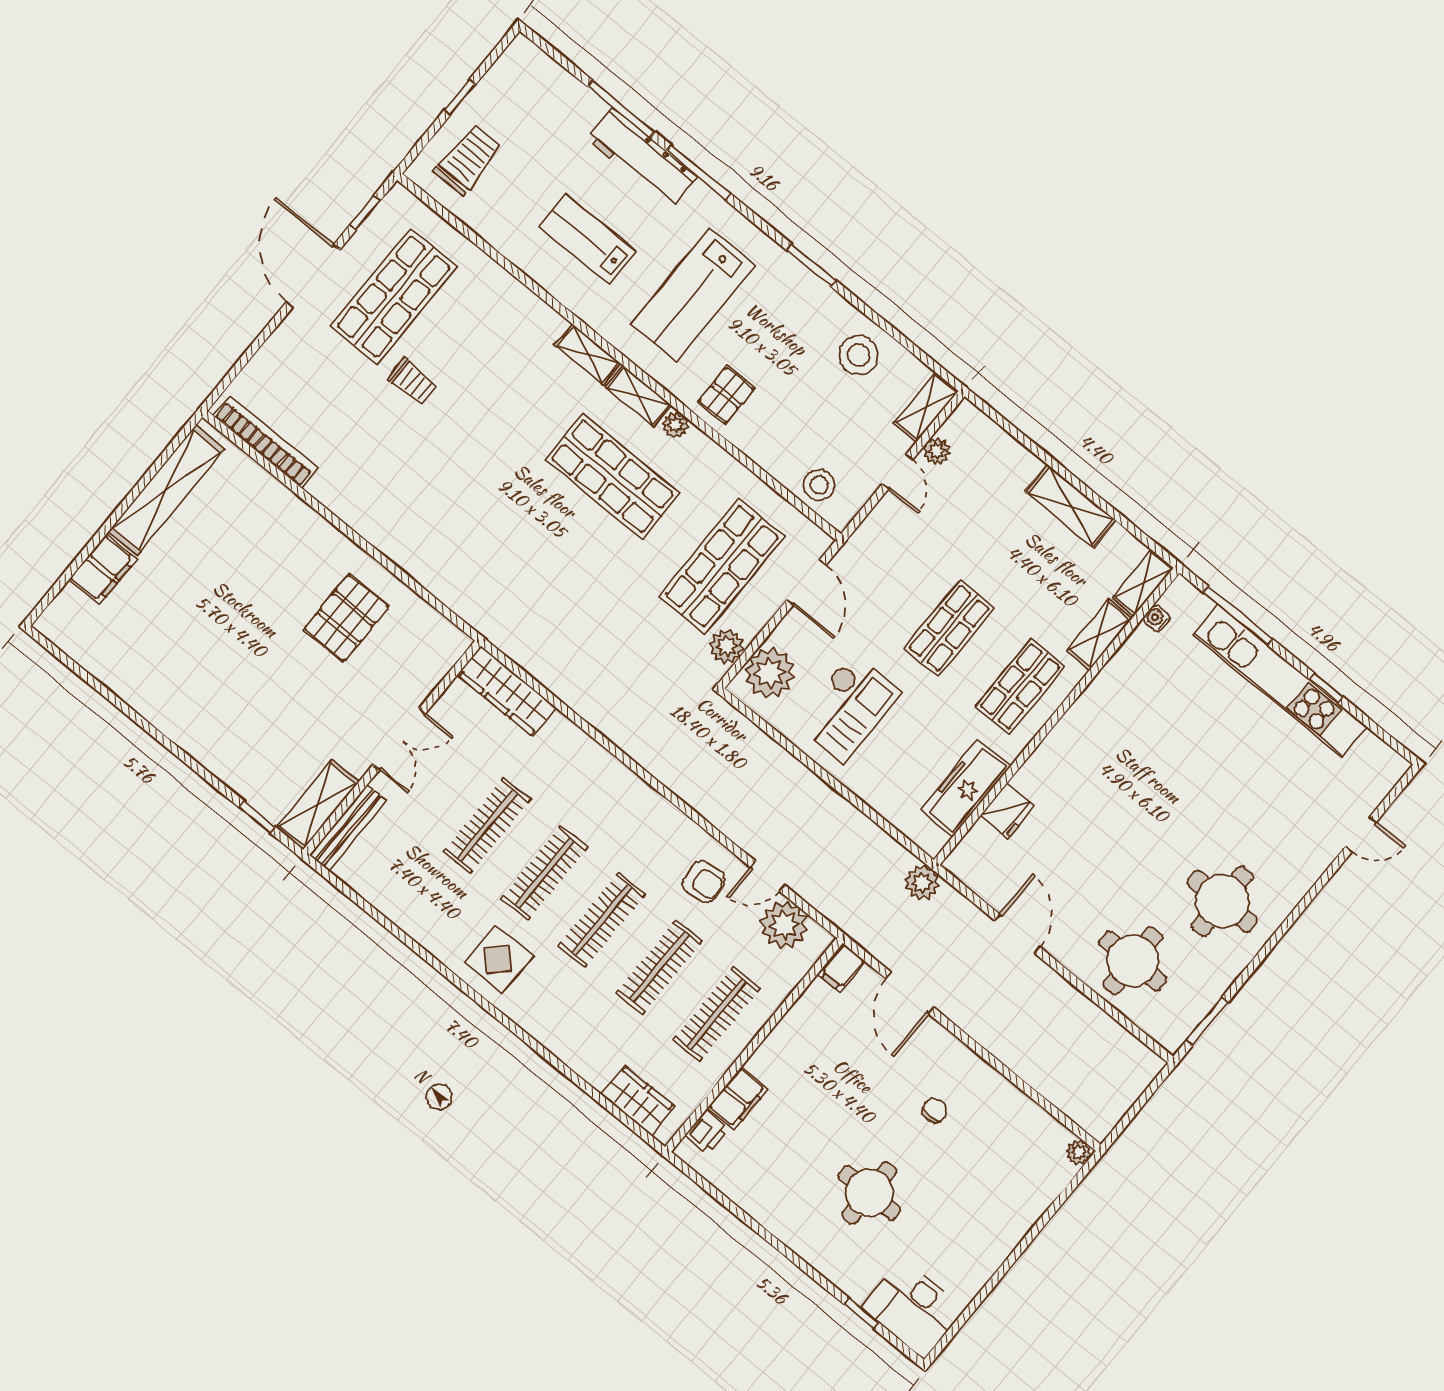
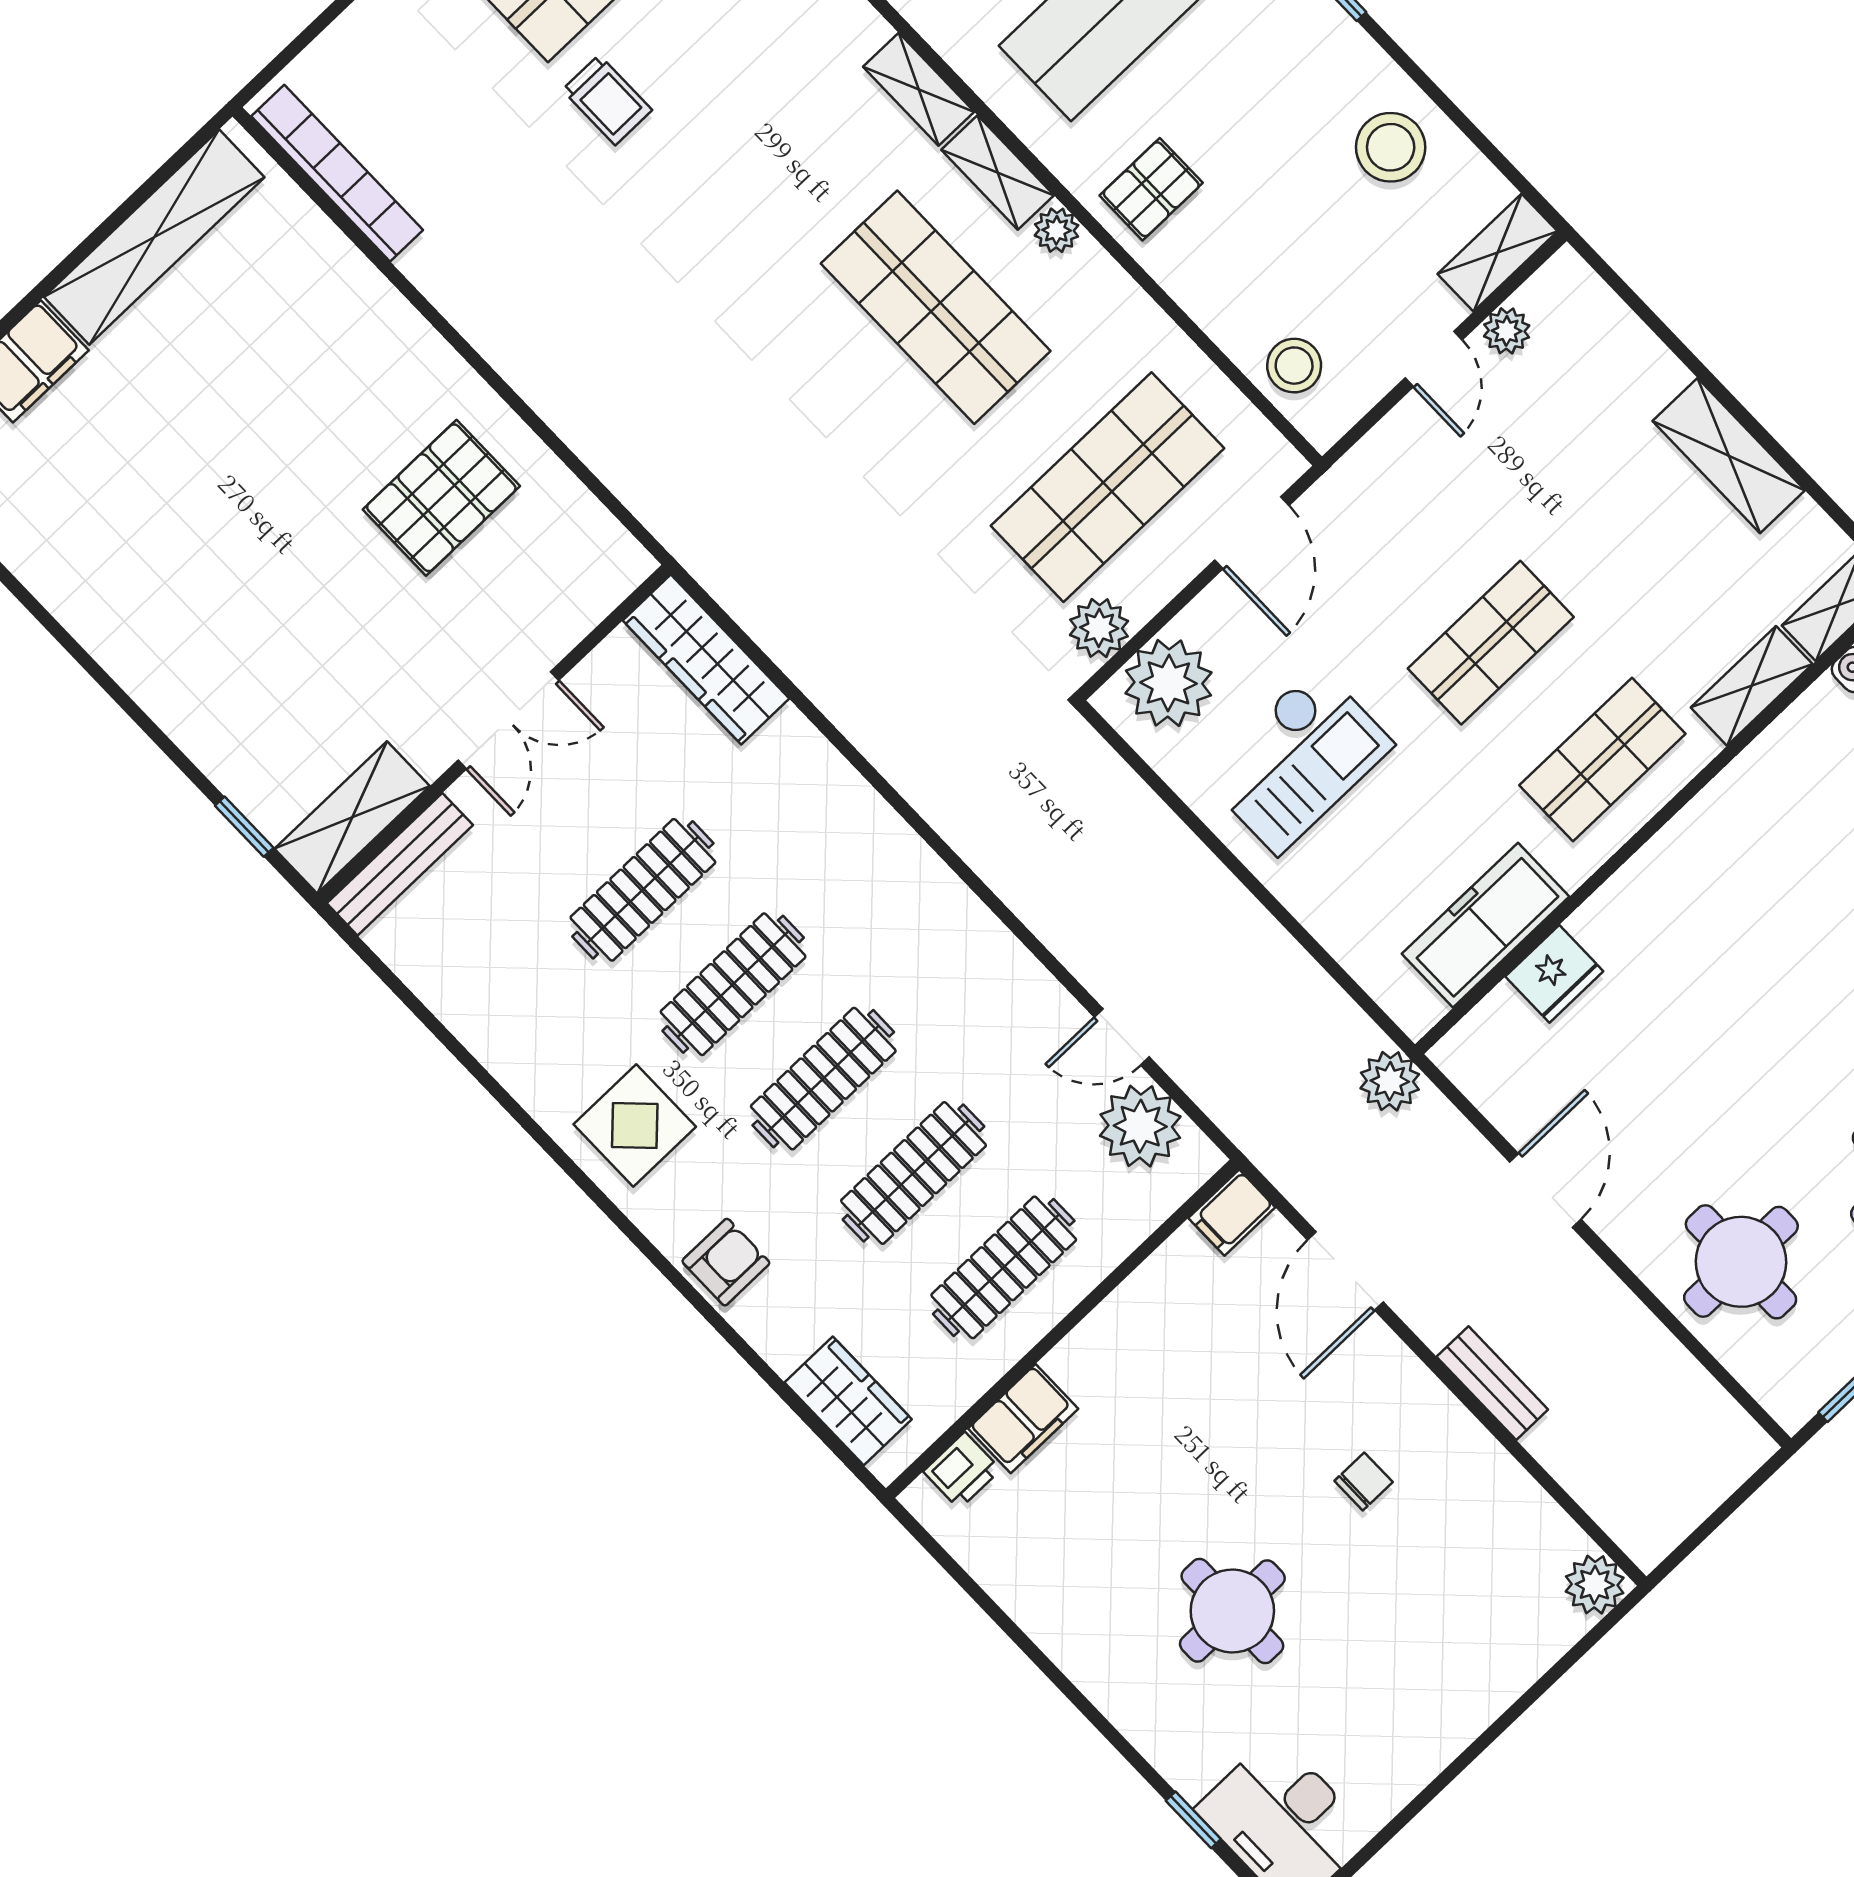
armchair: (704, 881) -> (726, 1262), moved, turned -84
bench: (1000, 1046) -> (1492, 1383), added
plant: (1079, 1152) -> (1595, 1585), width x1.38, depth x1.38

